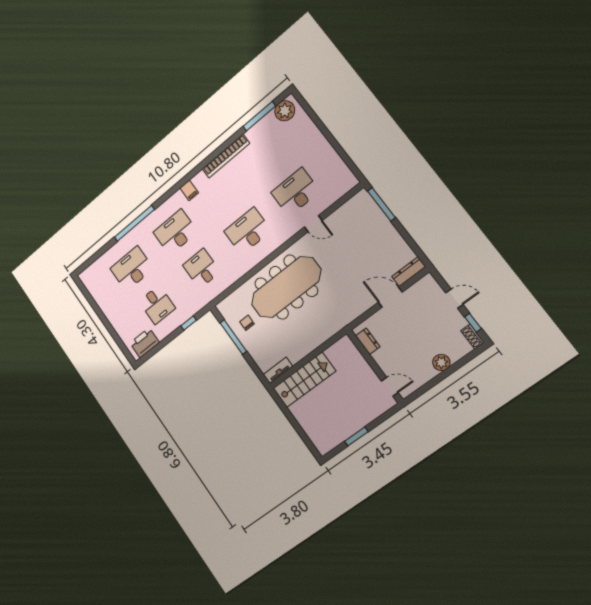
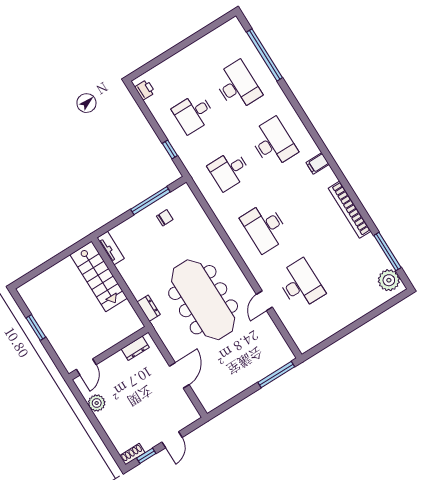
window: (134, 223) -> (265, 55), moved
desk: (248, 231) -> (265, 227), turned 180
desk: (201, 269) -> (229, 170), turned 180
dresser: (409, 272) -> (149, 308), moved, width x0.70
meeting table: (286, 287) -> (203, 300), moved
printer: (145, 343) -> (145, 90), width x0.53, depth x0.68
plant: (441, 362) -> (97, 403), moved

